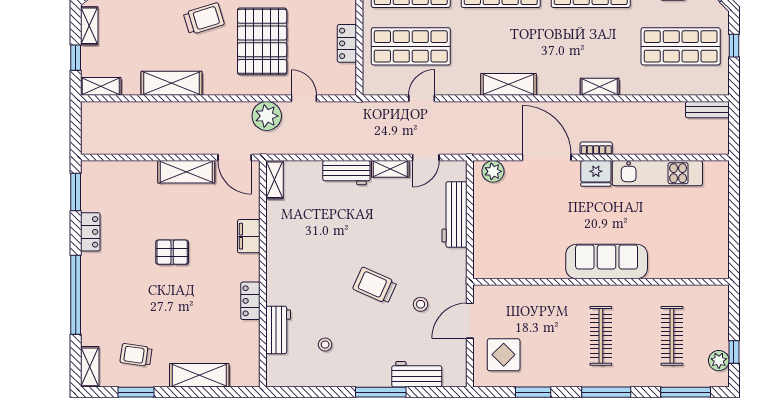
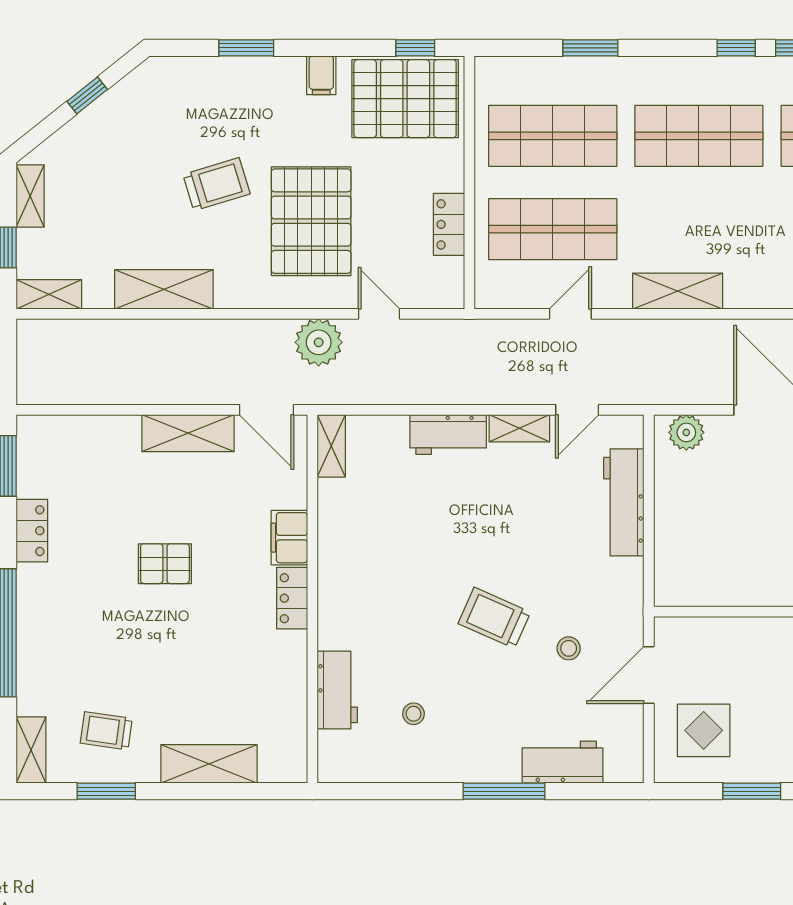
shelving: (509, 84) -> (678, 291), moved
locker: (250, 301) -> (292, 598), moved

